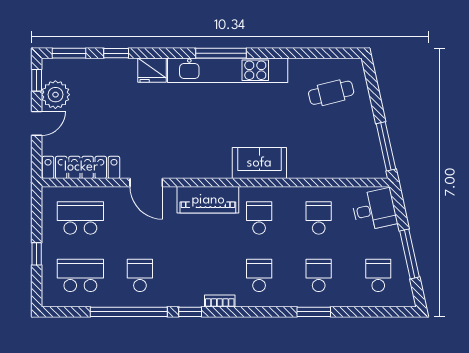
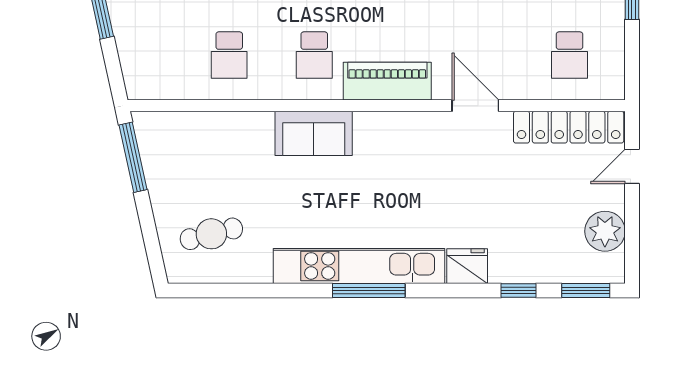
window: (37, 80) -> (632, 252), removed
door: (37, 123) -> (632, 166), moved
desk: (374, 210) -> (150, 67), removed
school desk: (80, 218) -> (569, 55), width x0.54

